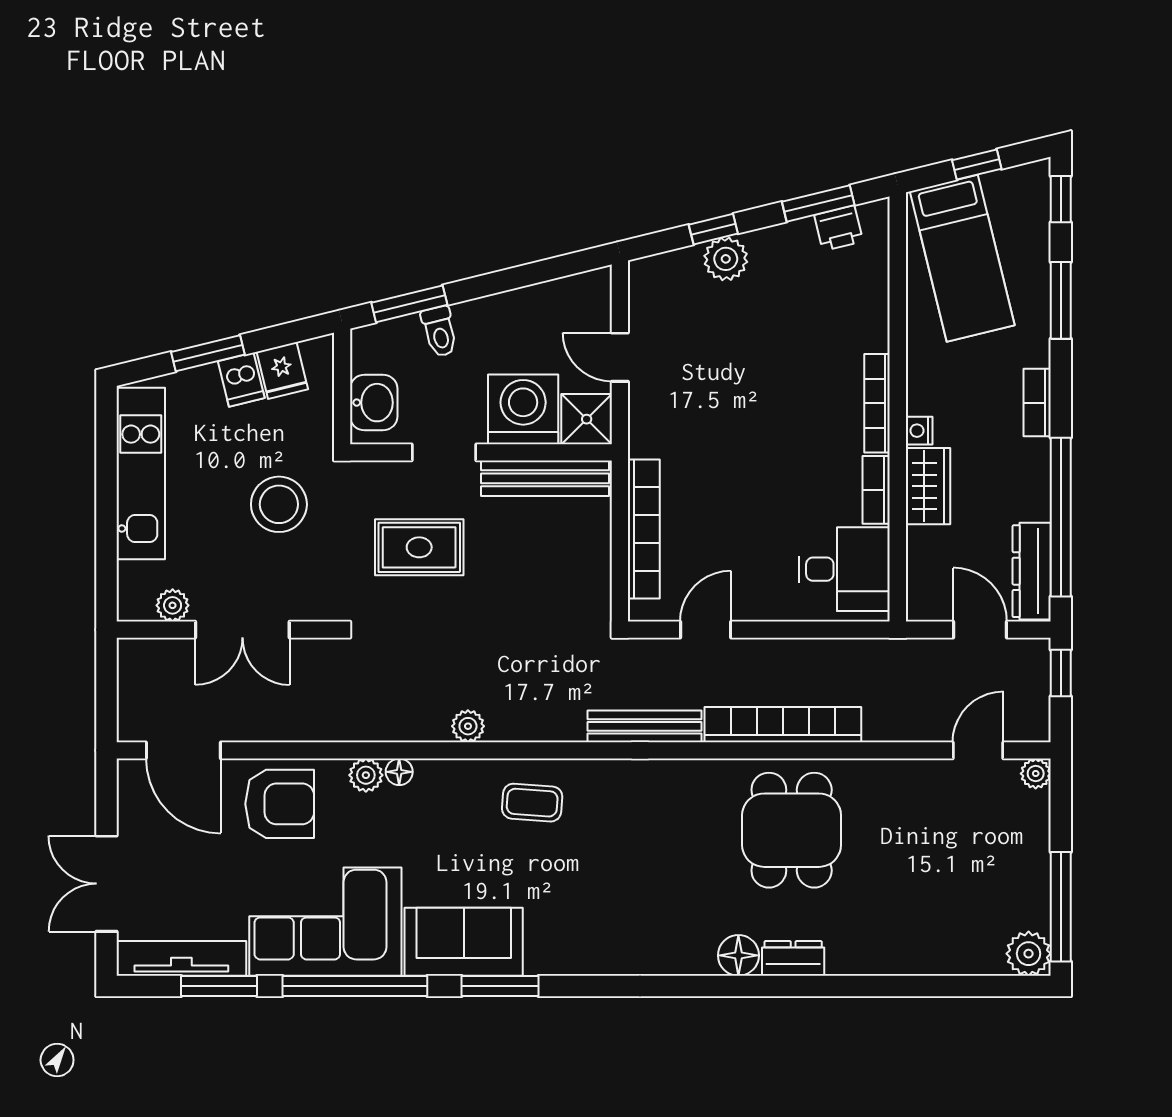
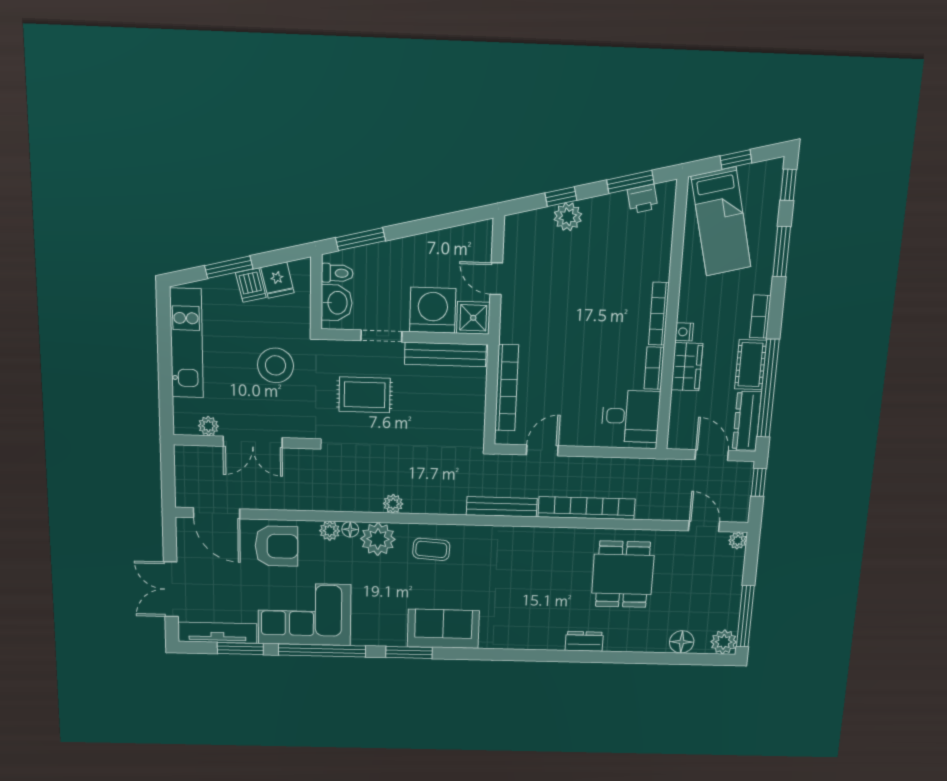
toilet: (439, 332) -> (337, 273), moved, turned -76
cot: (1029, 479) -> (751, 365), added
door: (978, 750) -> (704, 526), hinge flipped
plant: (444, 787) -> (378, 539), added
dining table: (792, 830) -> (623, 574), moved
sofa: (464, 942) -> (443, 629), moved
floor lamp: (738, 955) -> (682, 642), moved

